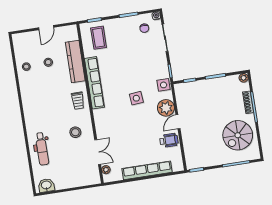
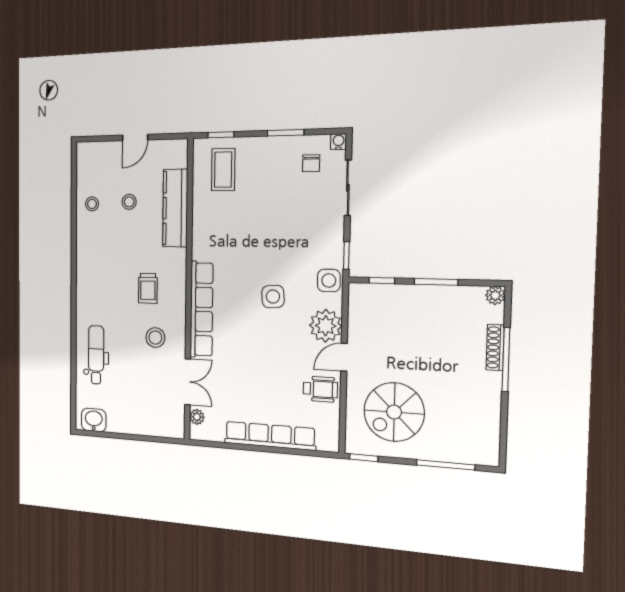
row of seats: (94, 83) -> (202, 309), moved
trolley: (78, 101) -> (148, 288), moved
spiral stairs: (238, 135) -> (394, 412), moved
dental chair: (42, 149) -> (96, 355), turned 180

